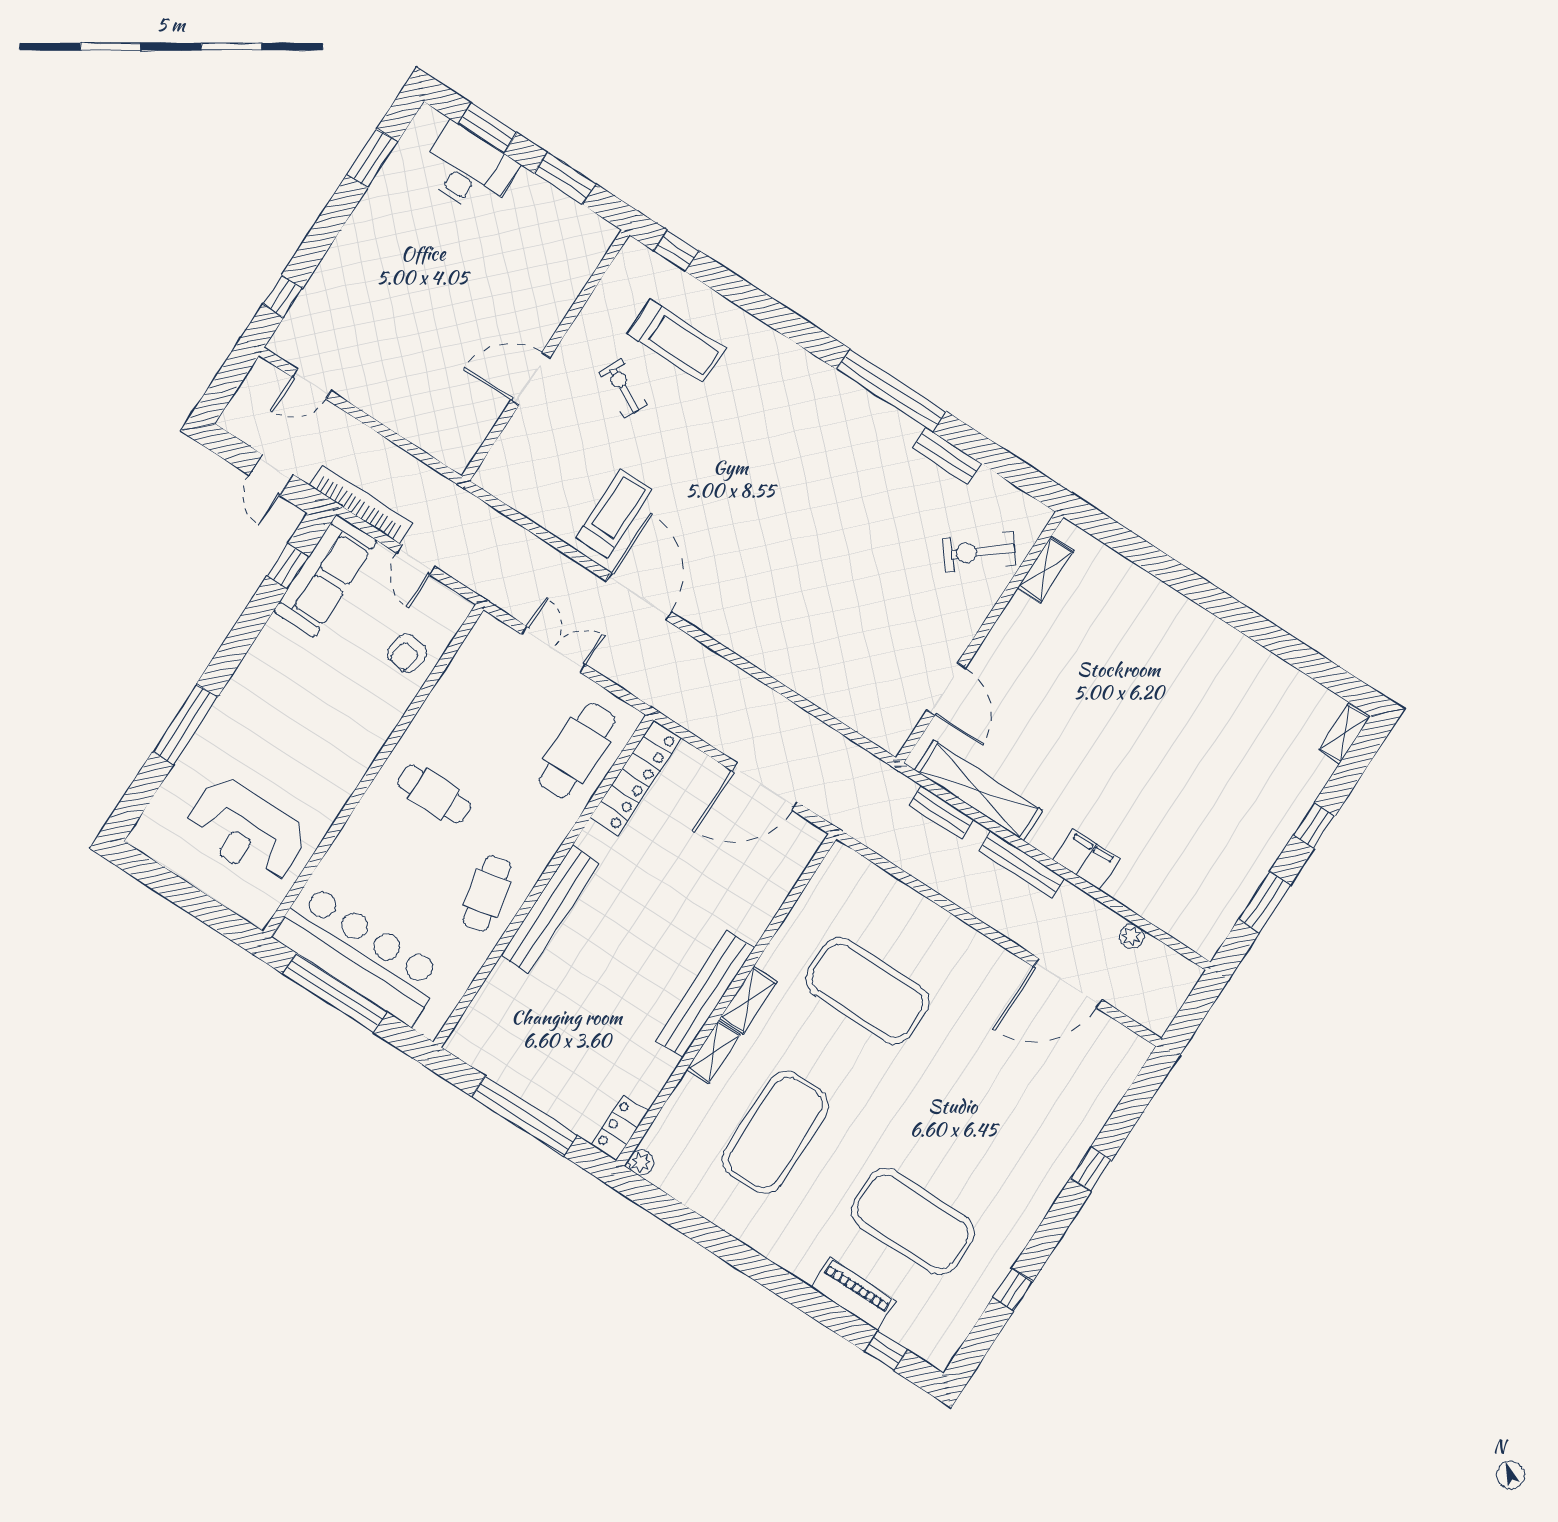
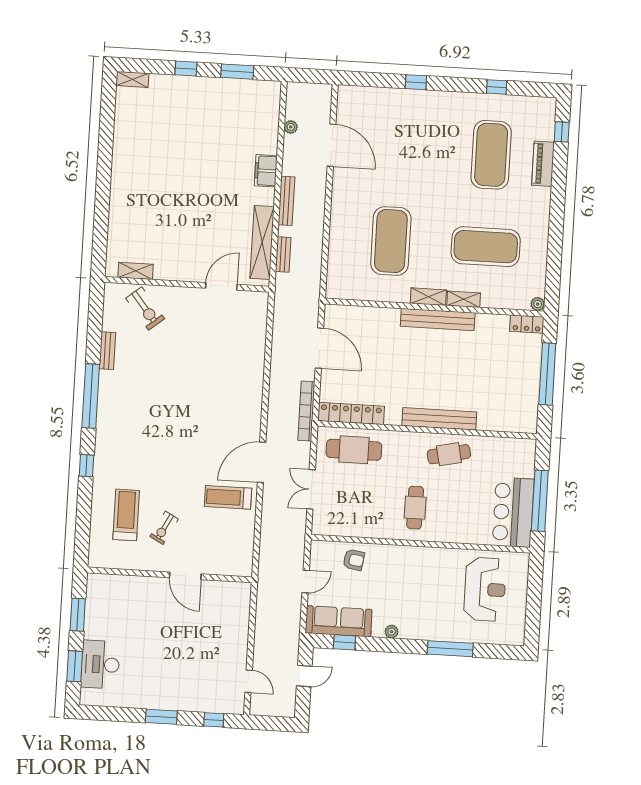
window: (372, 158) -> (161, 717), moved
window: (676, 251) -> (87, 466), moved
bookcase: (361, 504) -> (306, 411), moved
plant: (263, 649) -> (392, 632), added
bar counter: (359, 954) -> (513, 512), width x0.73

